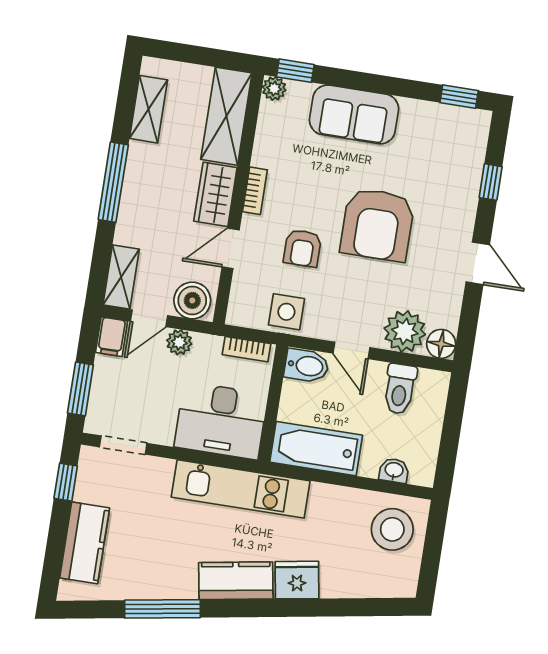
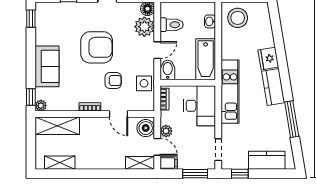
window: (113, 182) -> (96, 174), removed
wardrobe: (215, 194) -> (95, 125), removed

